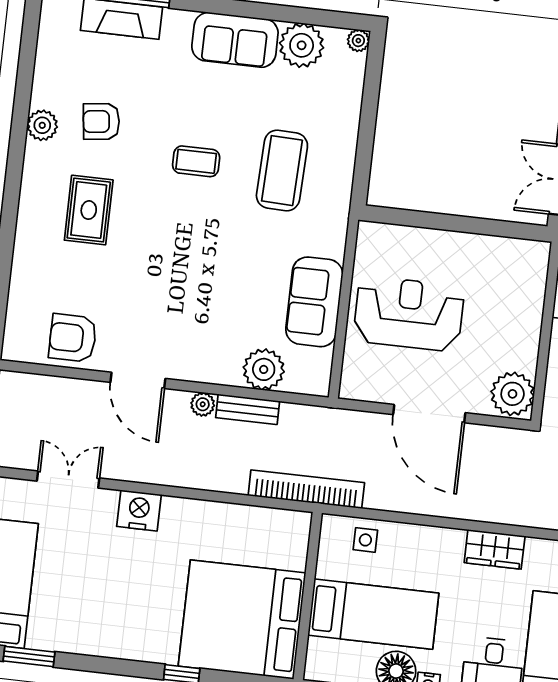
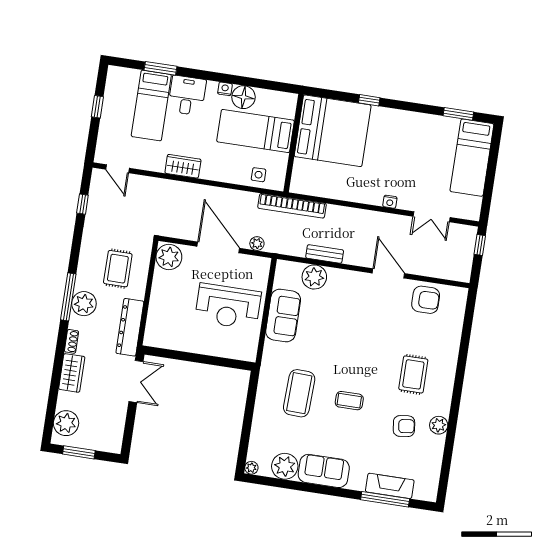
plant: (203, 404) -> (257, 244), moved
nightstand: (139, 511) -> (390, 202), width x0.53, depth x0.56

